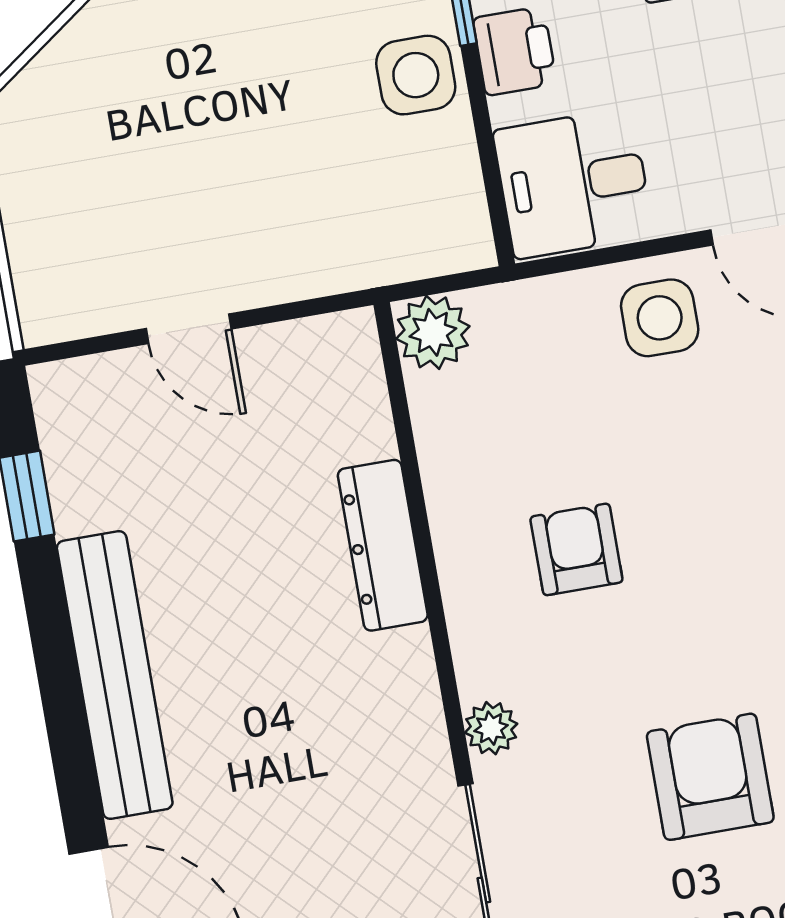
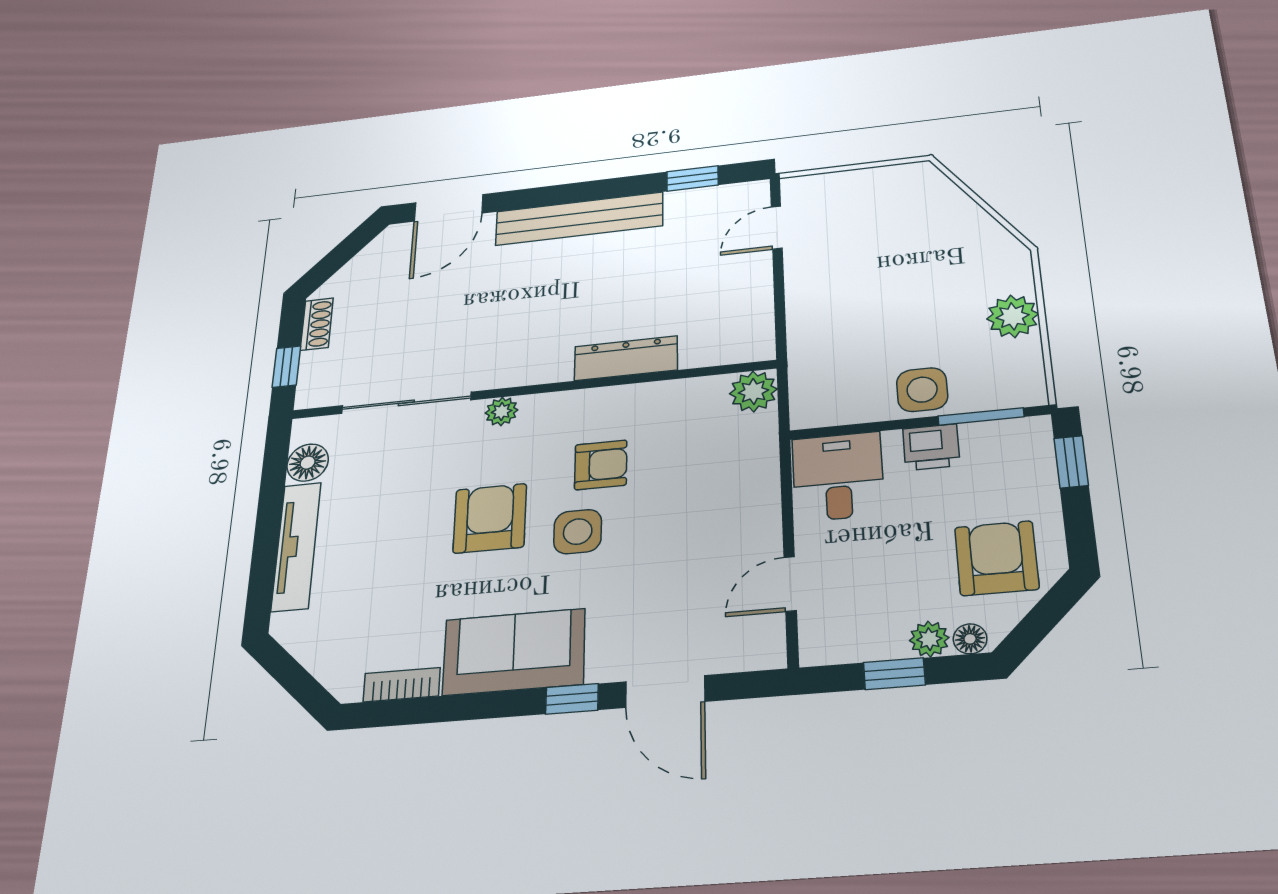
side table: (660, 318) -> (578, 532), moved
door: (189, 329) -> (777, 228), moved
armchair: (710, 777) -> (490, 518), moved, turned -90

